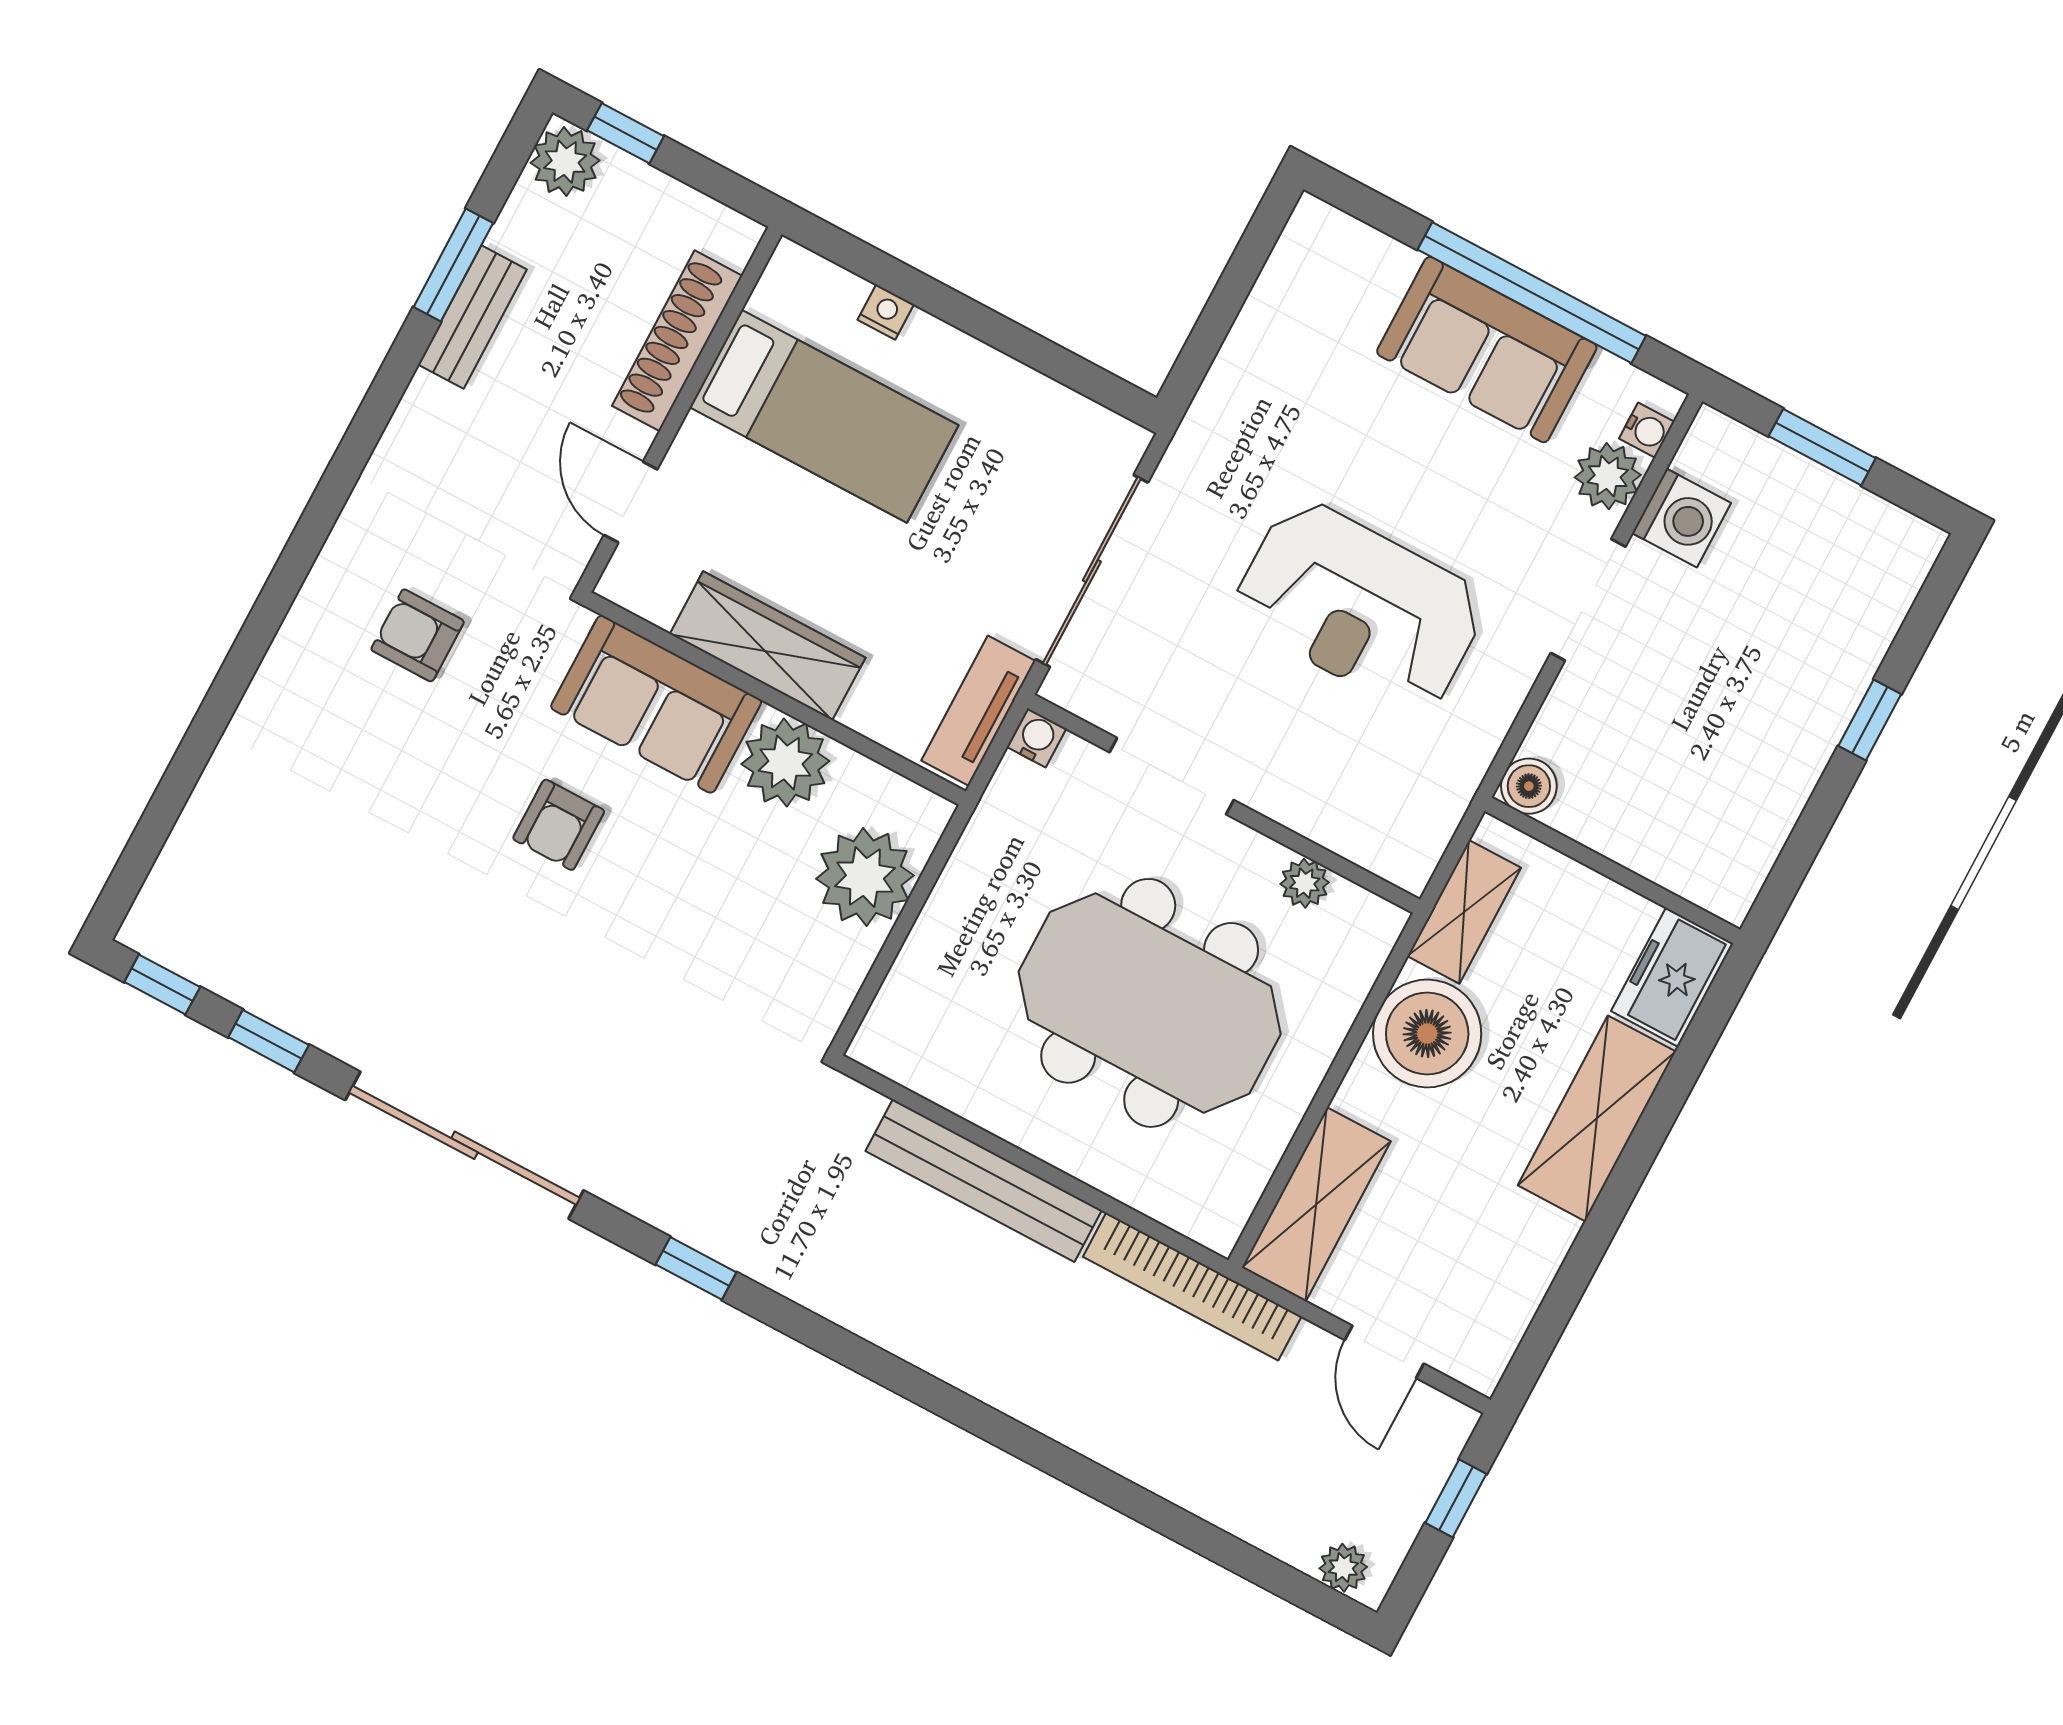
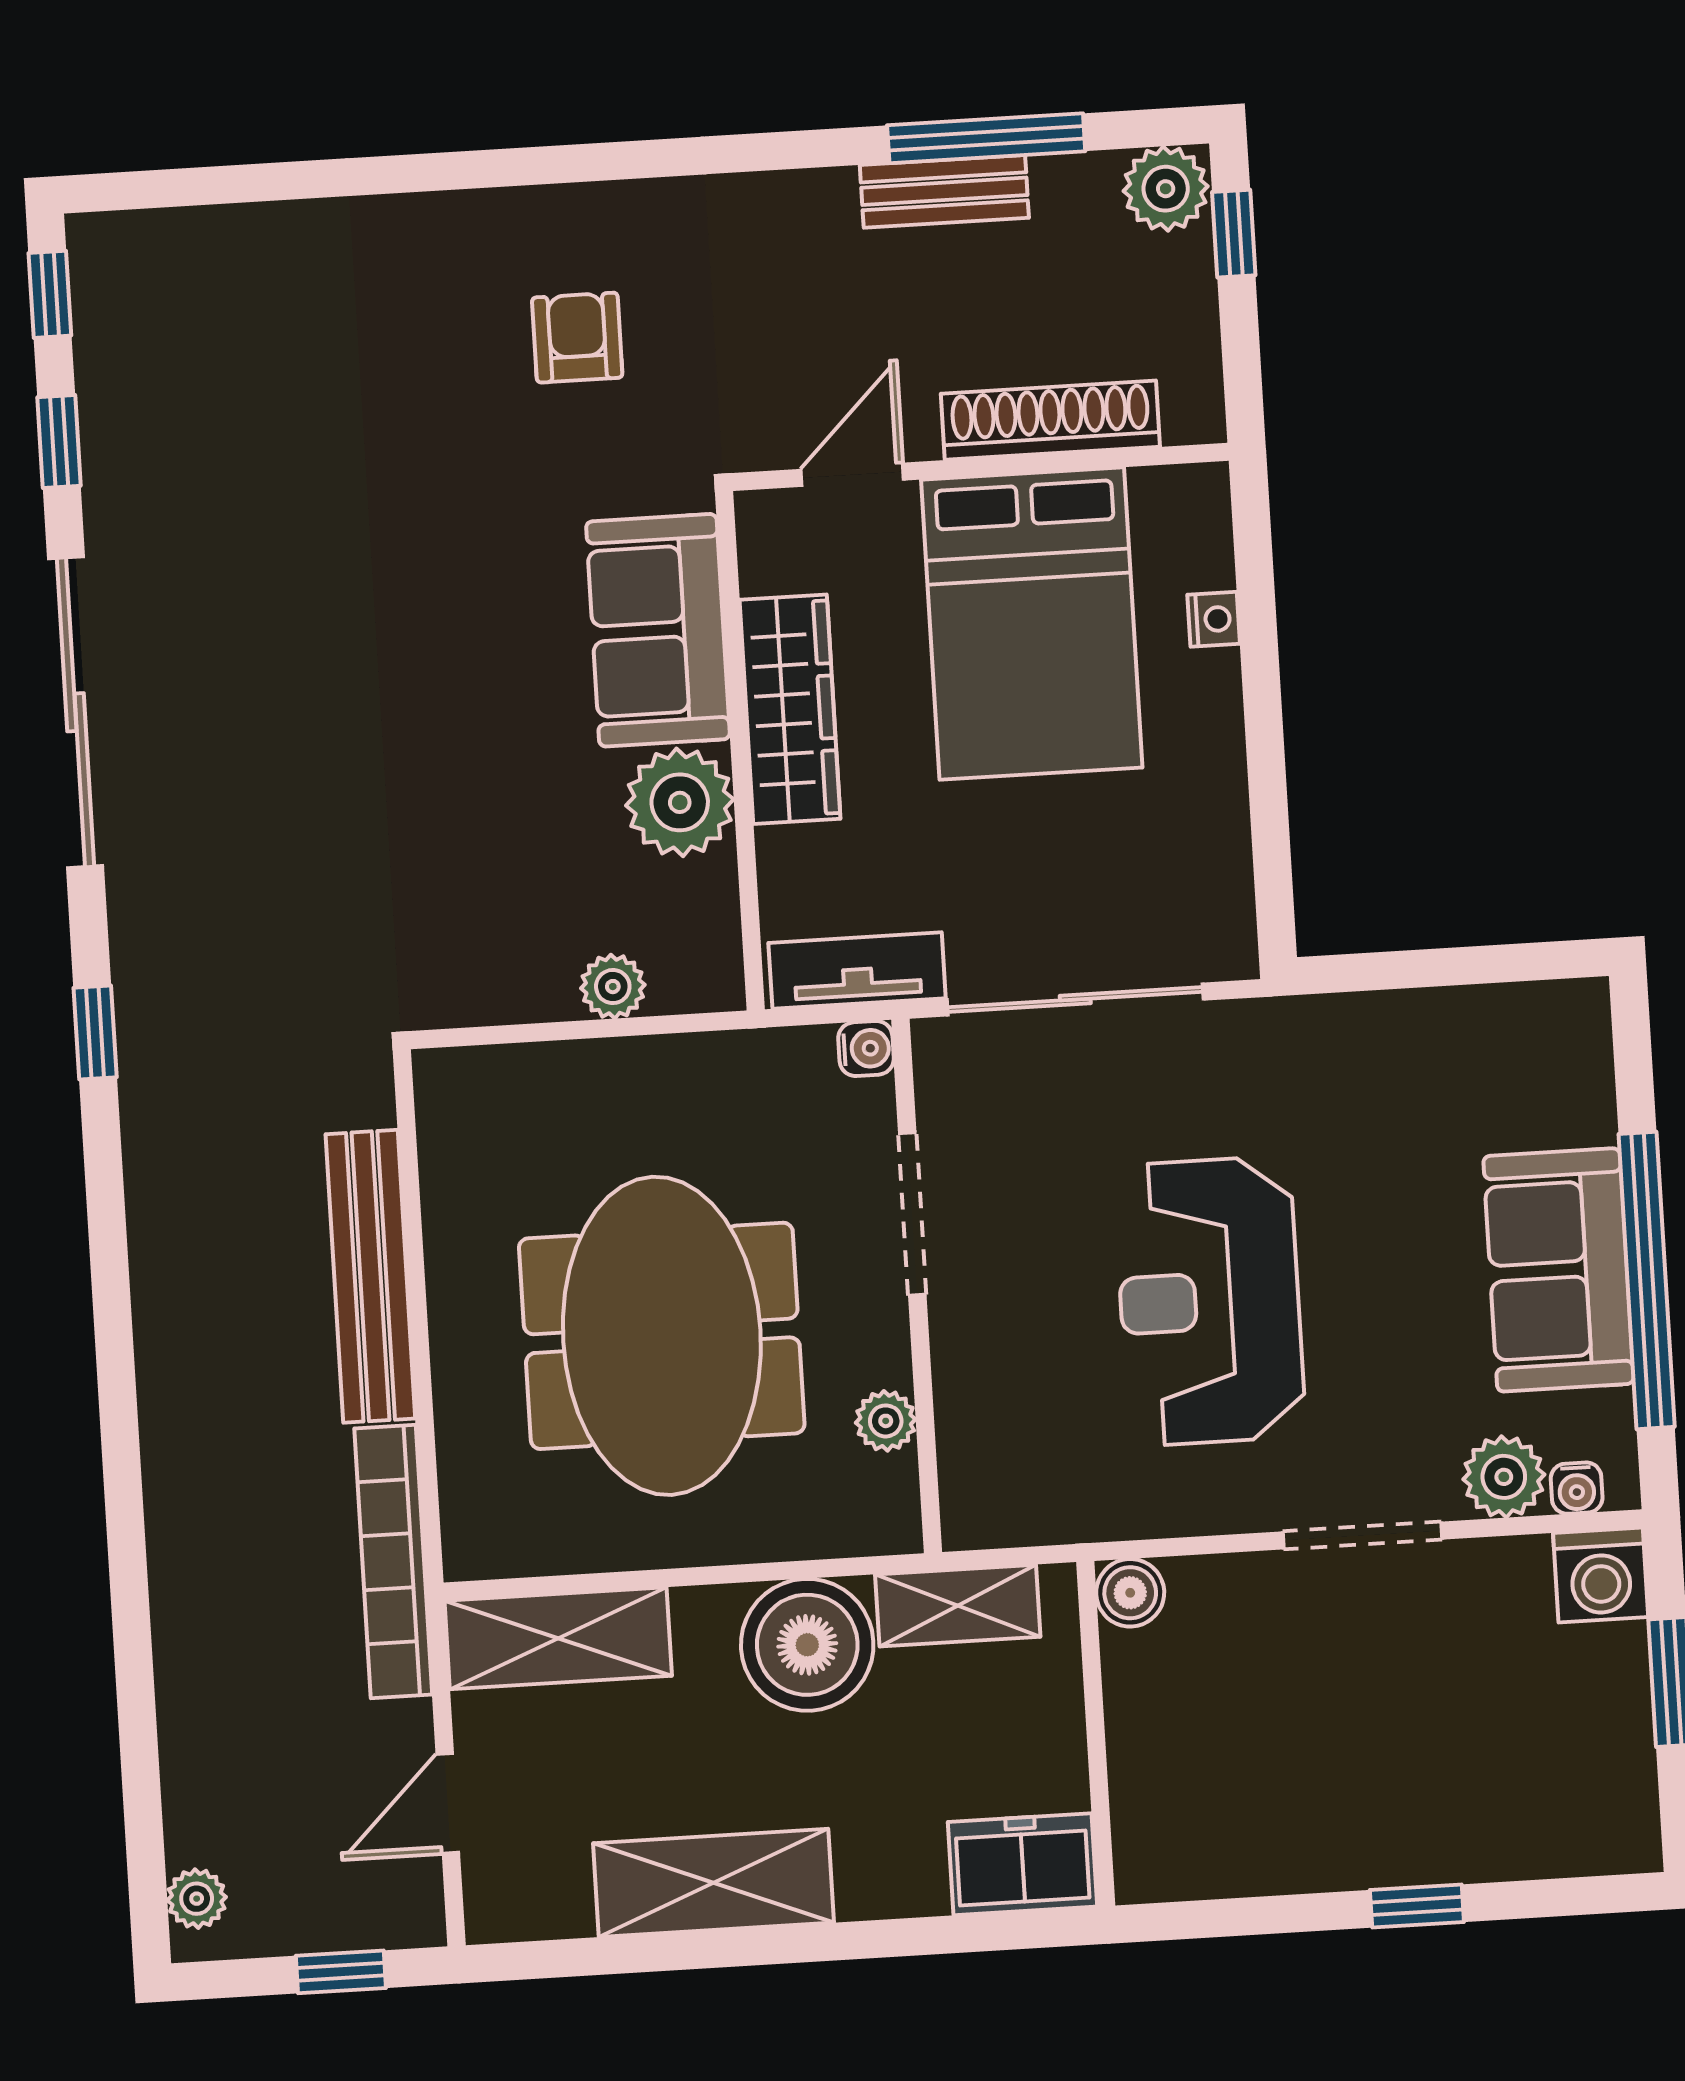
window: (453, 265) -> (986, 138), width x1.44
bed: (824, 416) -> (1032, 624), width x1.50
washing machine: (1682, 518) -> (1601, 1575), moved
armchair: (559, 825) -> (470, 606), removed
plant: (865, 877) -> (613, 987), width x0.53, depth x0.53
shelving: (1597, 1118) -> (714, 1883), moved

